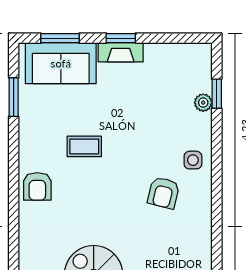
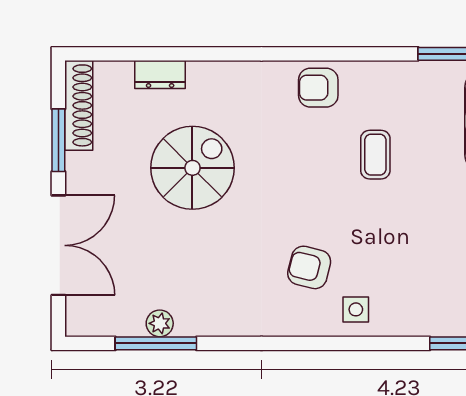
plant: (203, 103) -> (438, 324), removed

